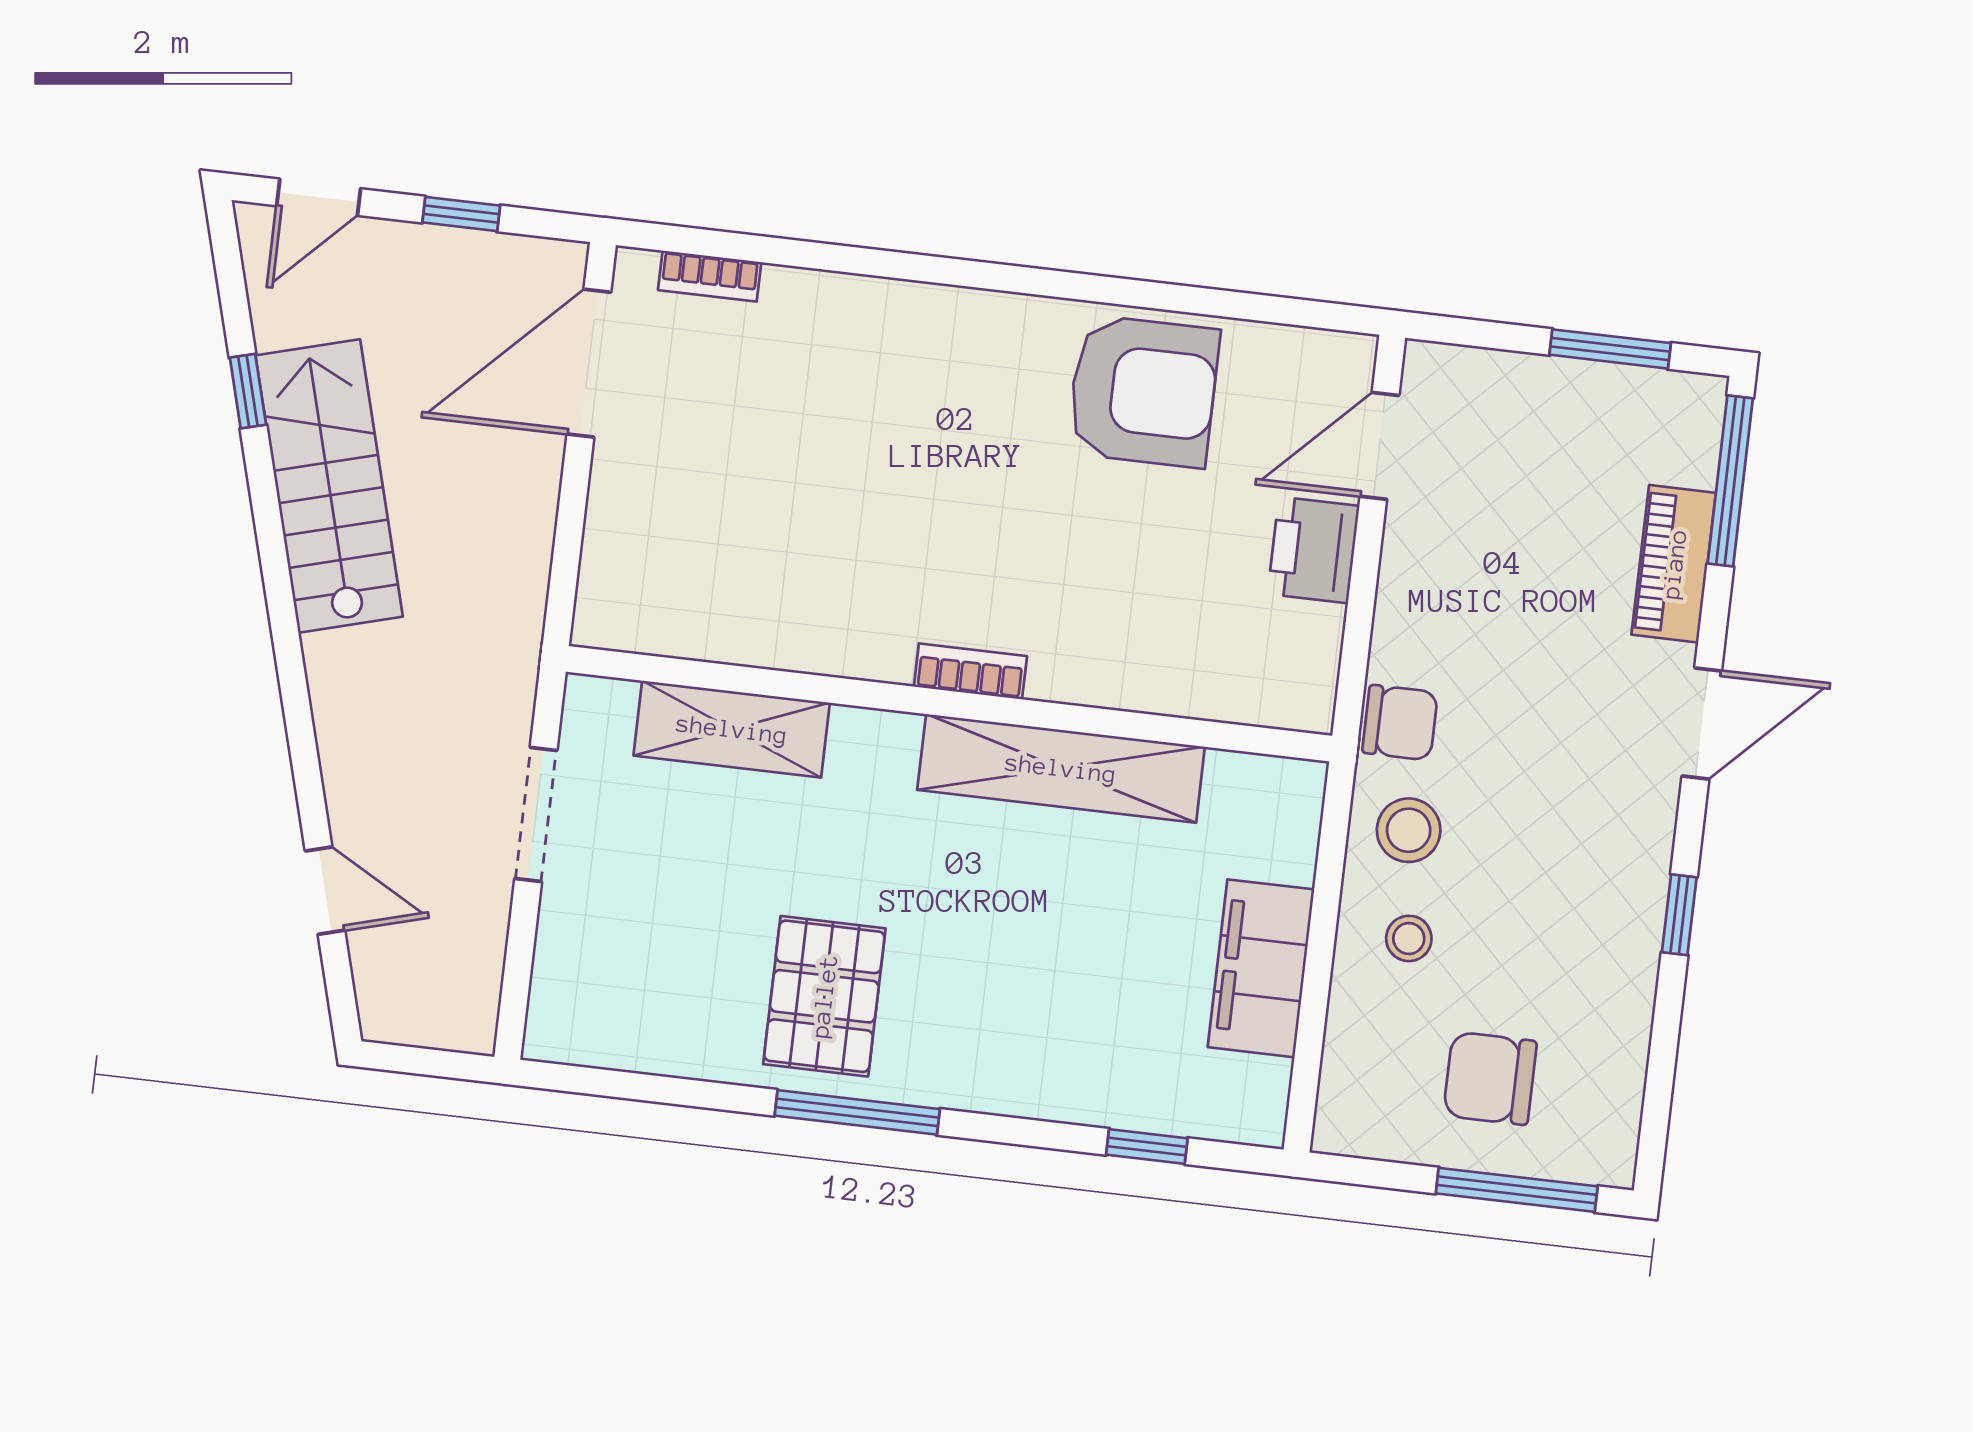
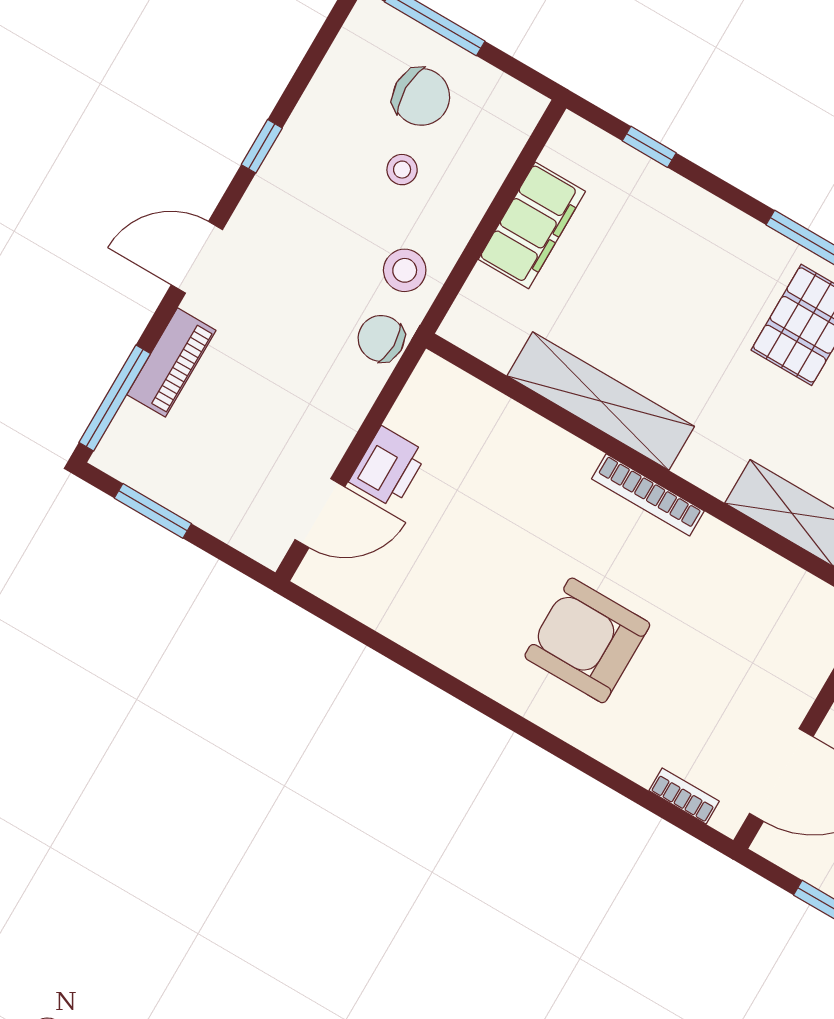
armchair: (1143, 391) -> (587, 640), moved
bookcase: (970, 671) -> (648, 495), width x1.56
stool: (1409, 938) -> (402, 170), moved

